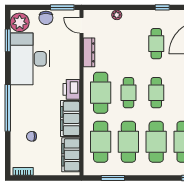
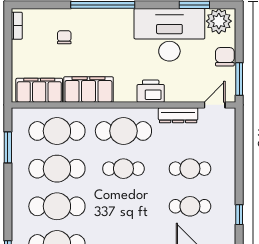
plant: (117, 15) -> (229, 153), removed
chair: (46, 18) -> (225, 57), turned 90
printer: (71, 89) -> (151, 91), moved
cafe table: (156, 93) -> (190, 169), moved

